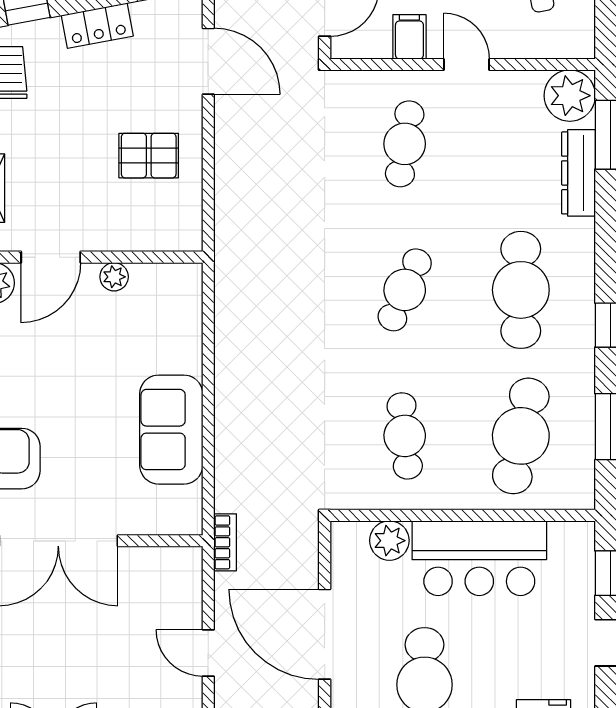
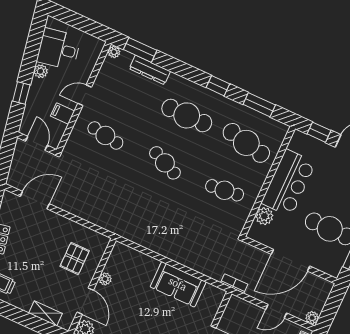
plant: (570, 96) -> (114, 52), width x0.53, depth x0.53
pallet: (149, 156) -> (75, 258), moved

